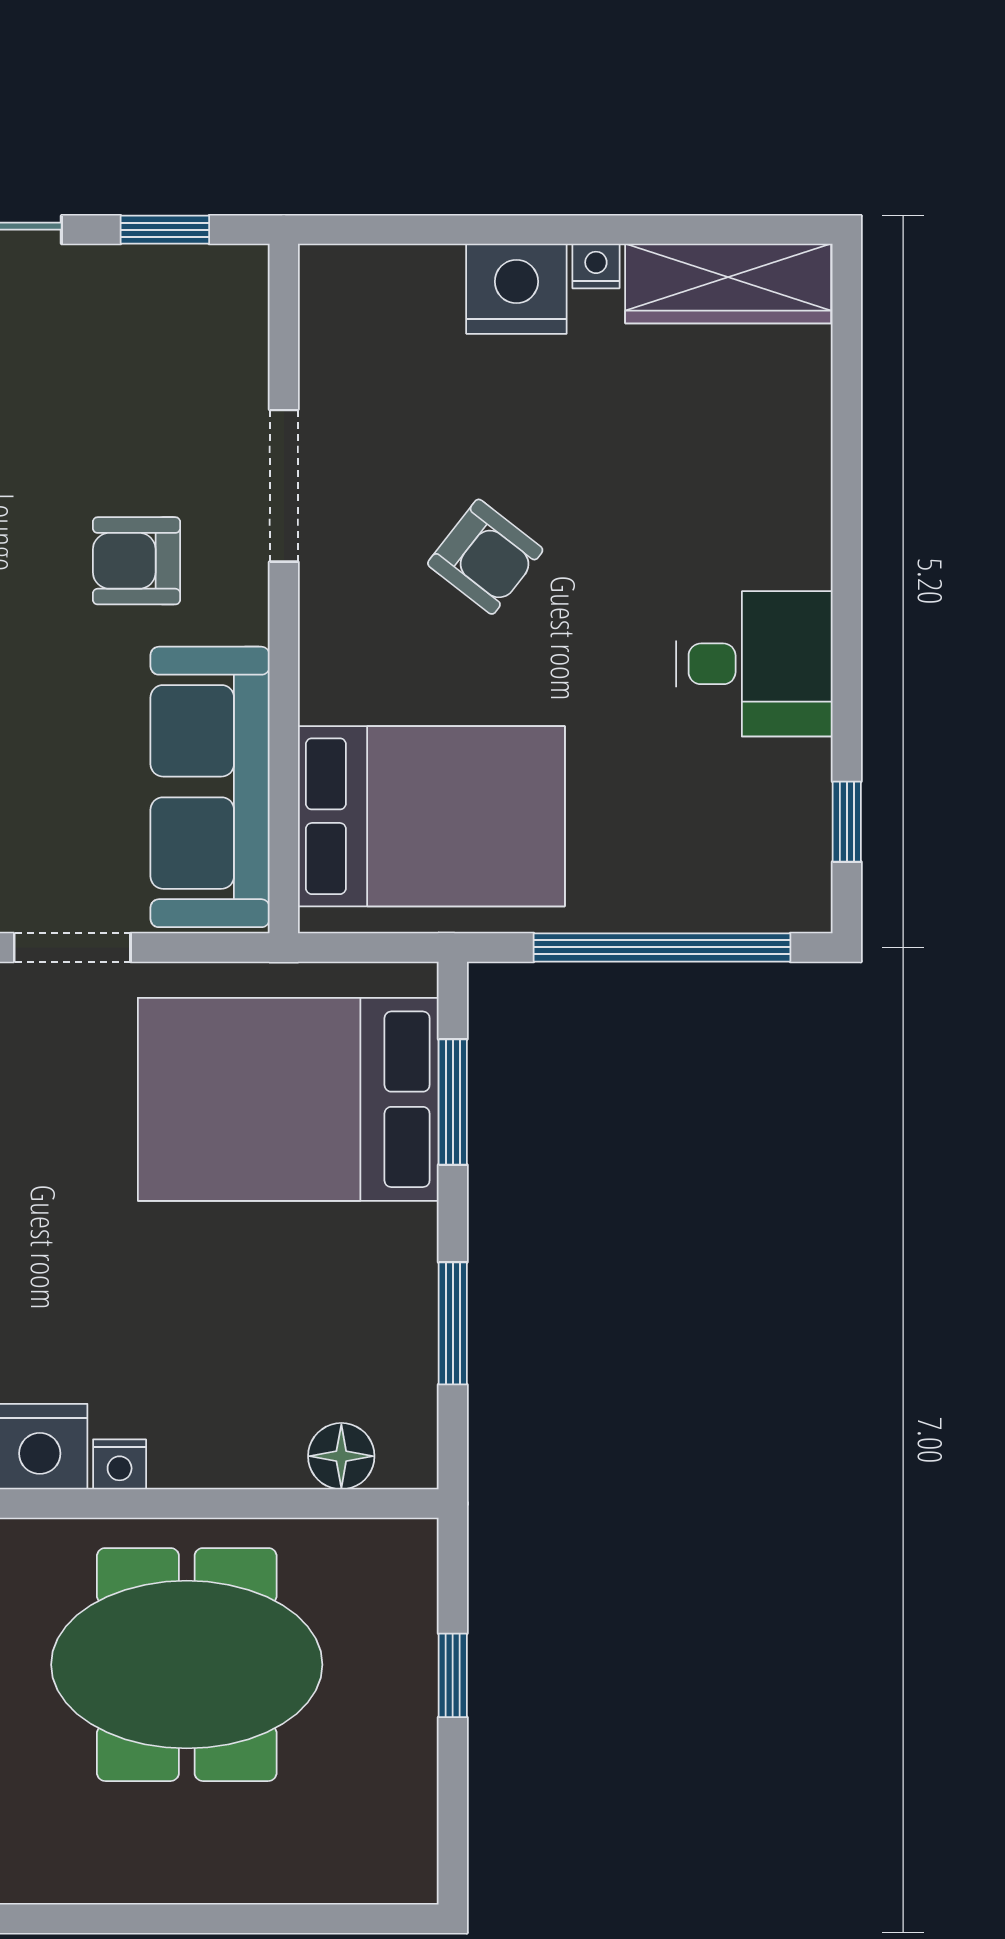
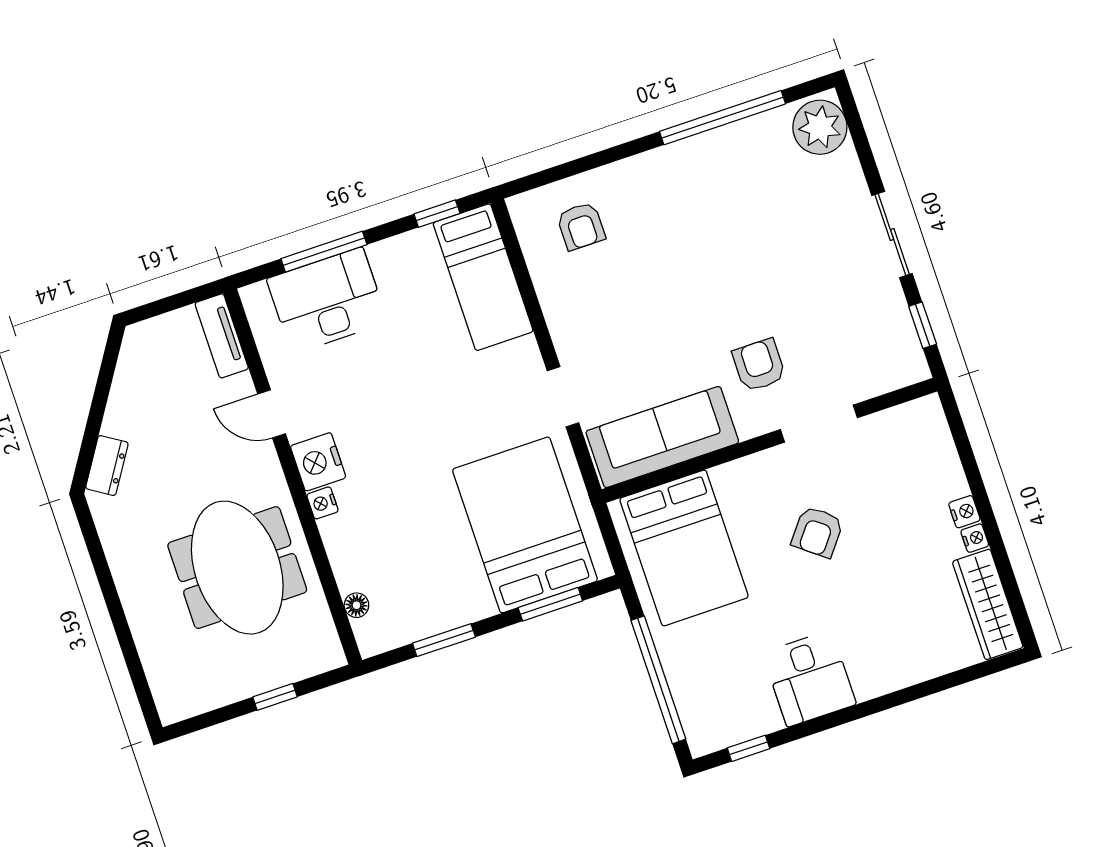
nightstand: (516, 289) -> (964, 512), width x0.53, depth x0.56
floor lamp: (341, 1456) -> (356, 605), width x0.73, depth x0.73

